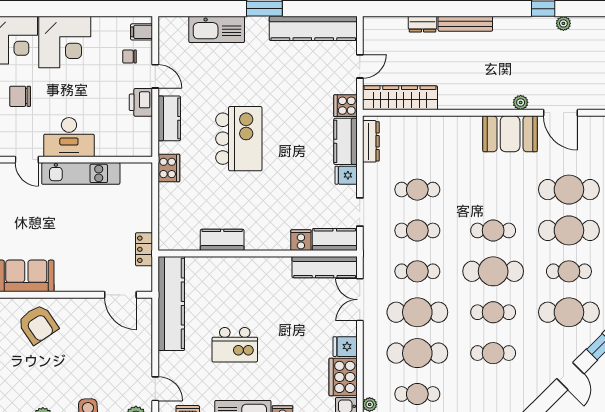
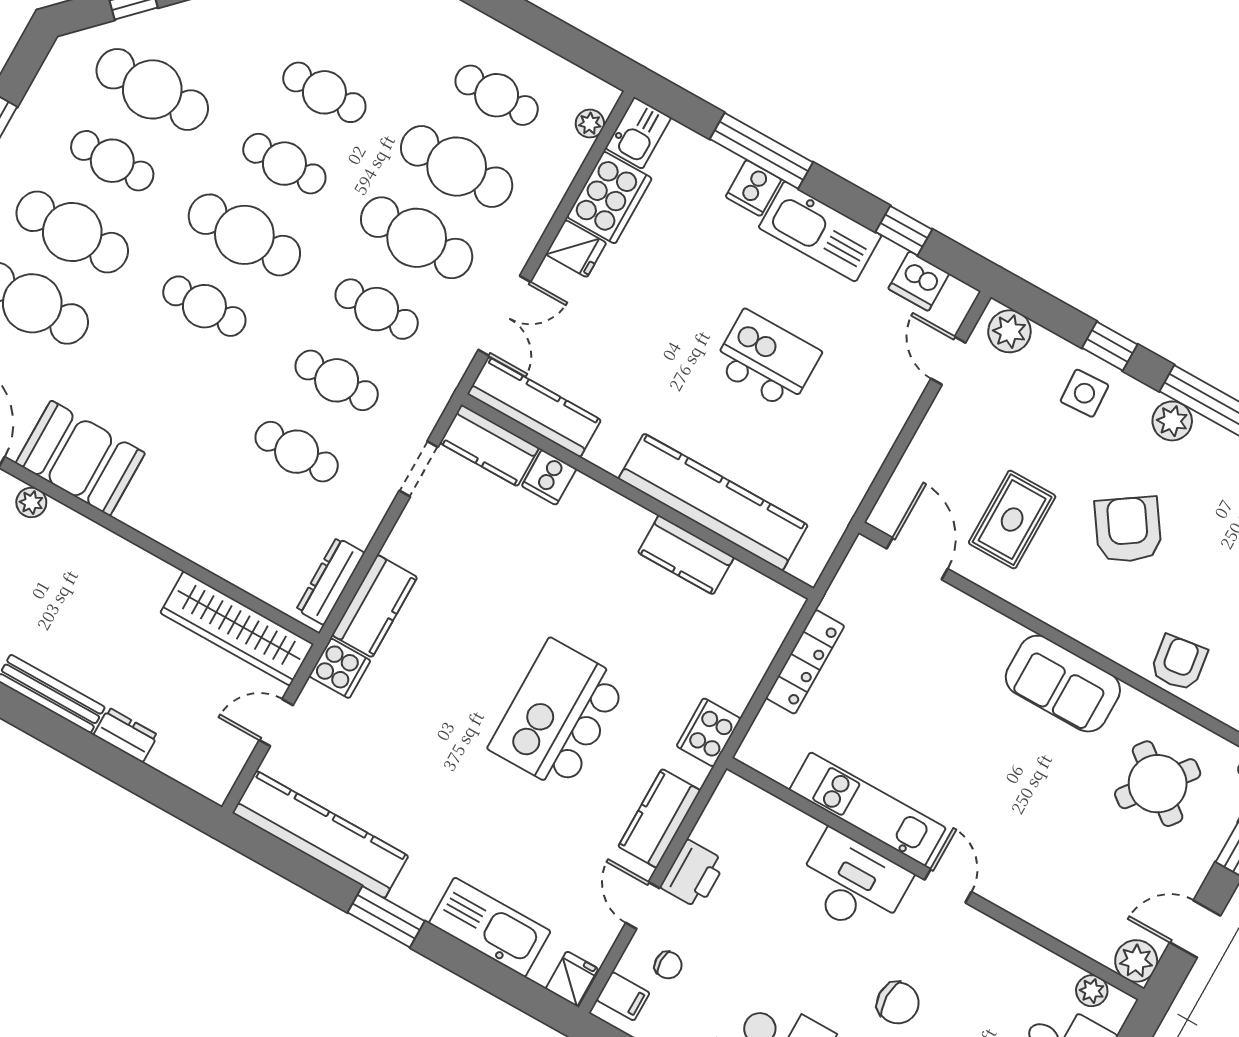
fridge: (346, 175) -> (572, 979), moved, turned -90
locker: (144, 249) -> (805, 662), moved, width x1.53
kitchen counter: (171, 303) -> (713, 502), moved, turned 90
armchair: (38, 324) -> (1128, 530), moved
rug: (89, 335) -> (1012, 520), added

